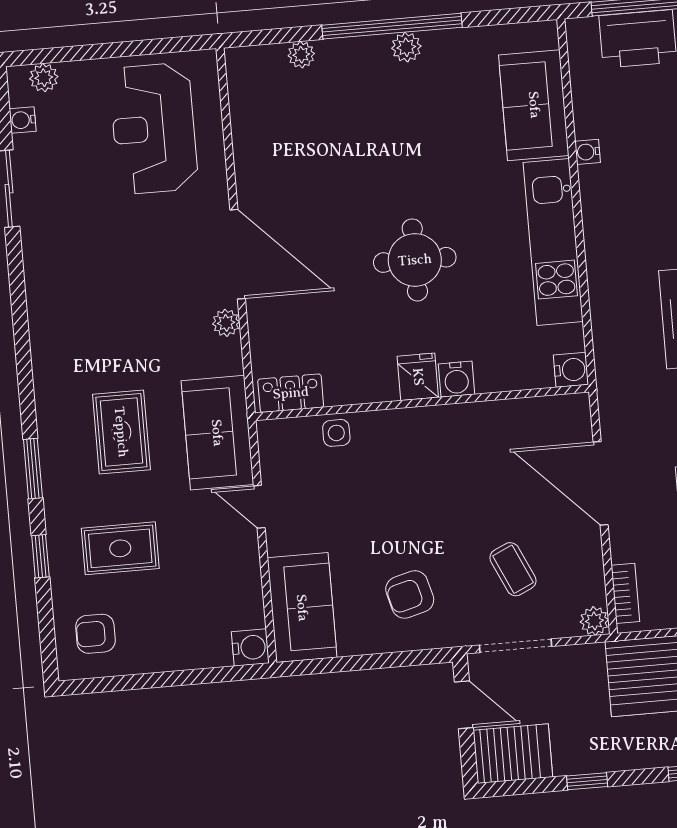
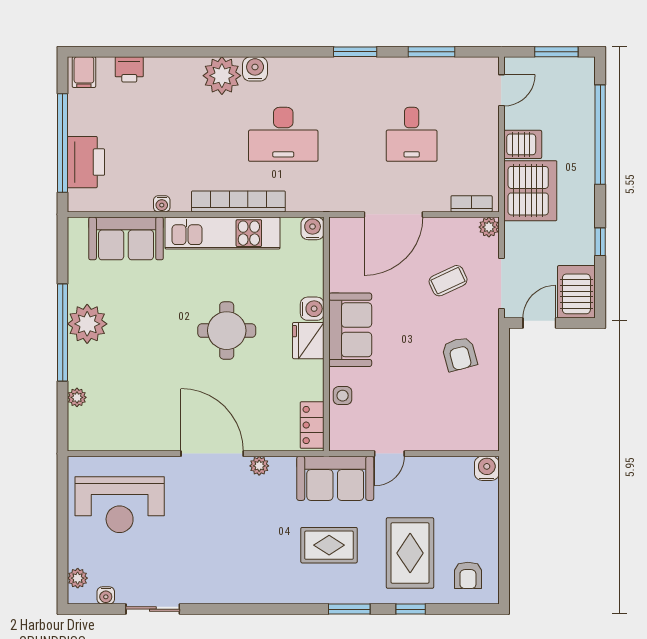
plant: (406, 47) -> (87, 324), width x1.88, depth x1.88
door: (238, 254) -> (212, 454), hinge flipped
bookcase: (600, 261) -> (238, 201), added
fridge: (418, 377) -> (308, 341), width x1.38
rug: (120, 548) -> (410, 553), width x1.36, depth x1.43
sofa: (302, 608) -> (350, 330), moved, turned 90

